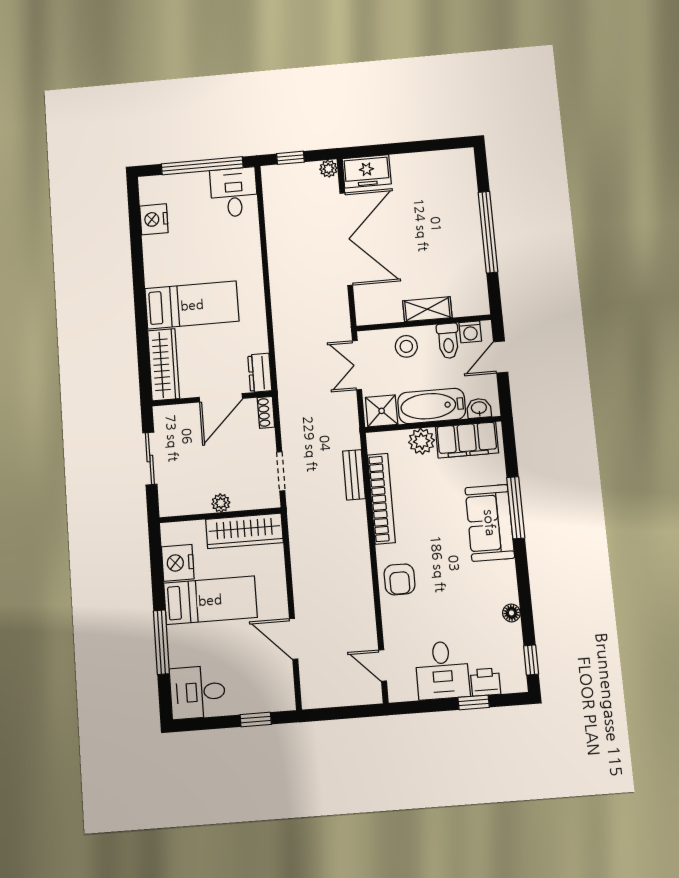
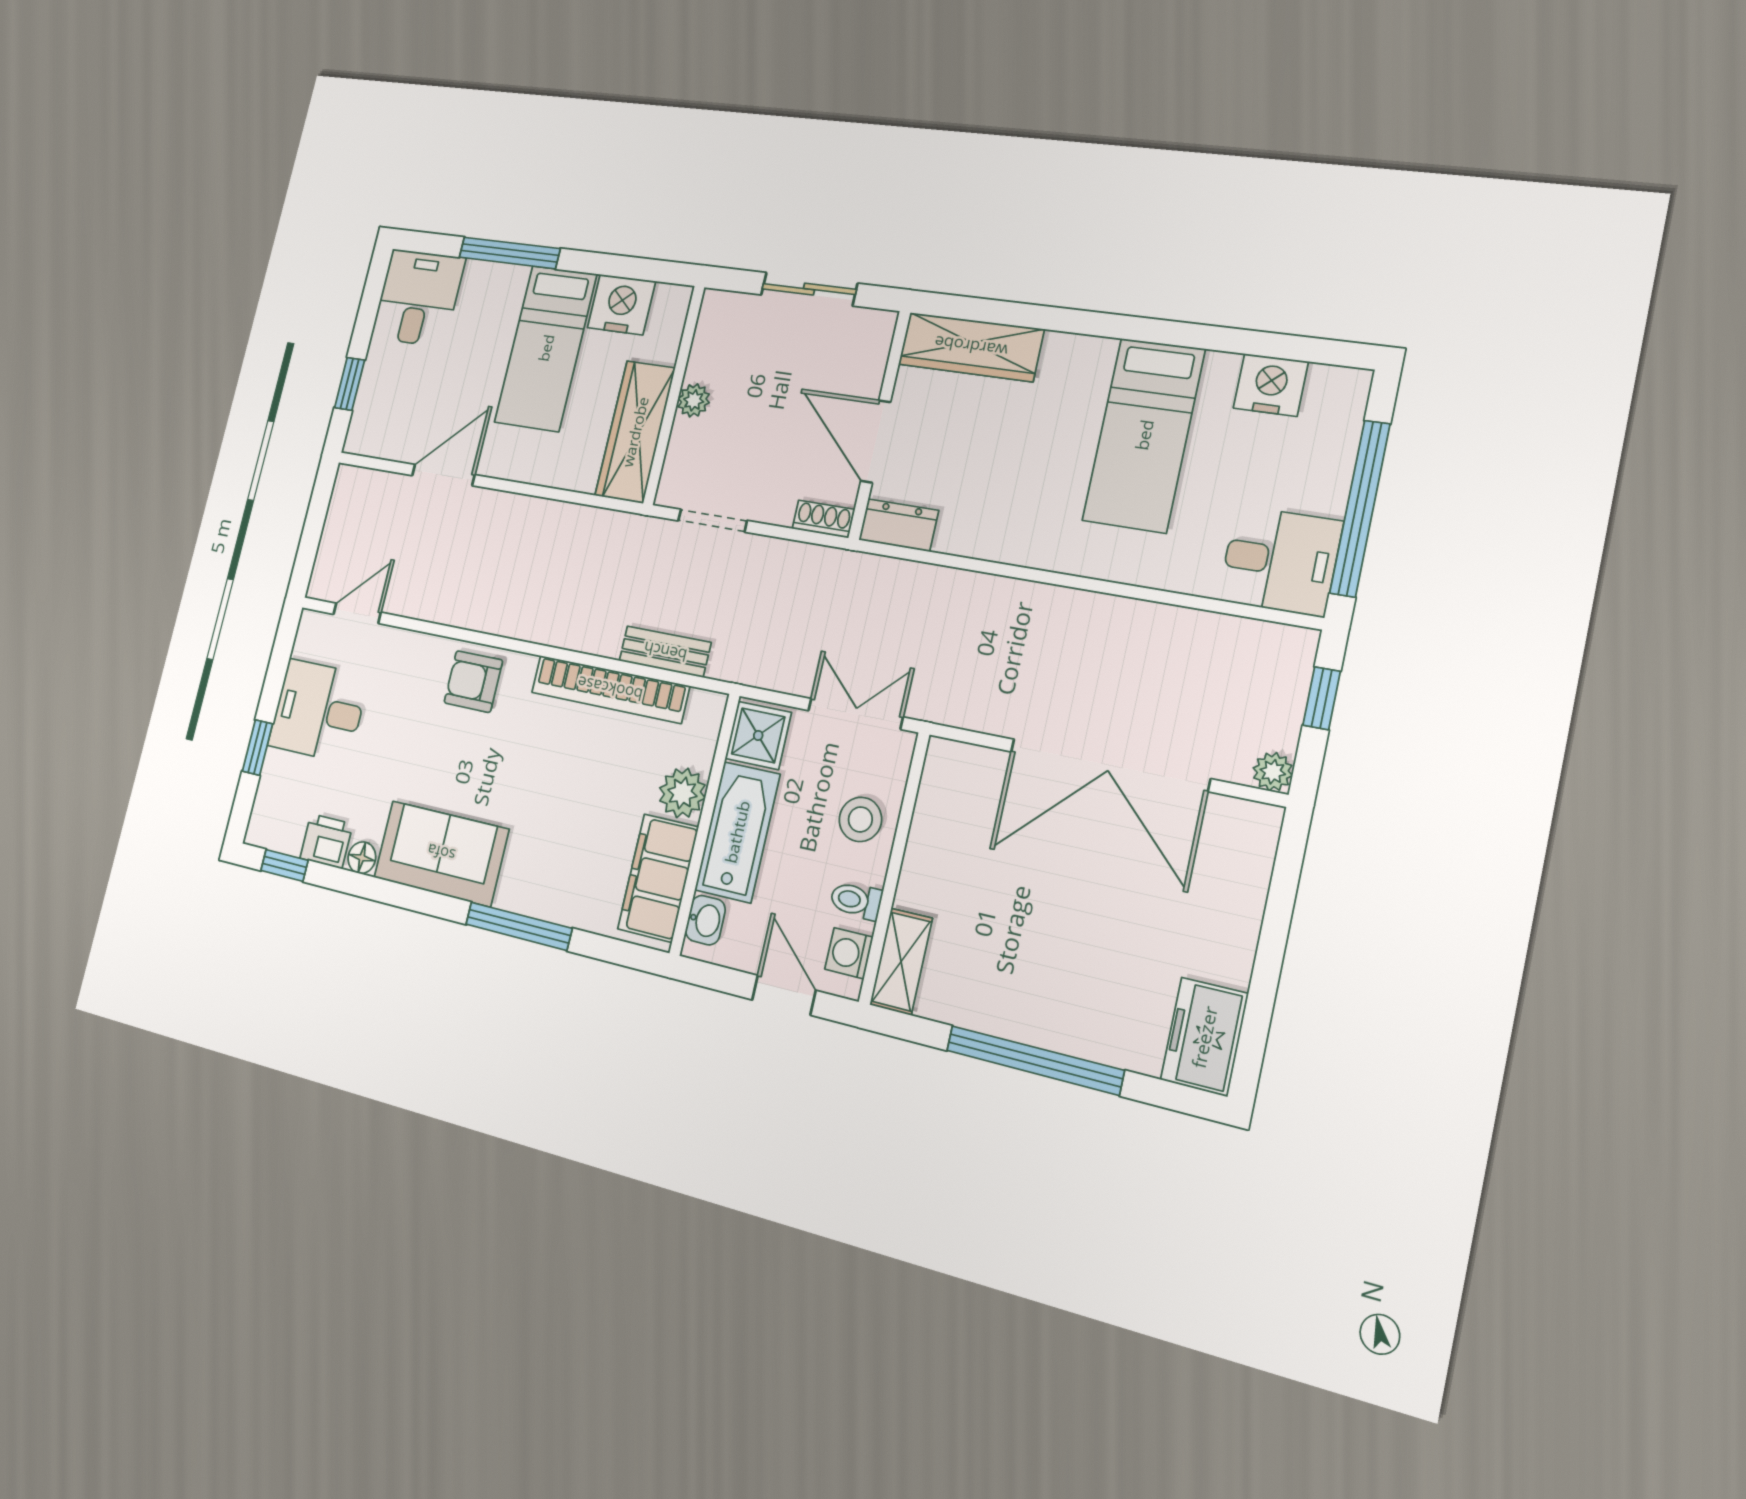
freezer: (367, 171) -> (1204, 1037), moved
bed: (192, 305) -> (1144, 435), moved
shelving: (427, 309) -> (901, 962), moved
toilet: (448, 341) -> (856, 900), width x0.73, depth x0.72
sofa: (490, 523) -> (441, 853), moved
printer: (485, 682) -> (326, 841), moved, turned -90

